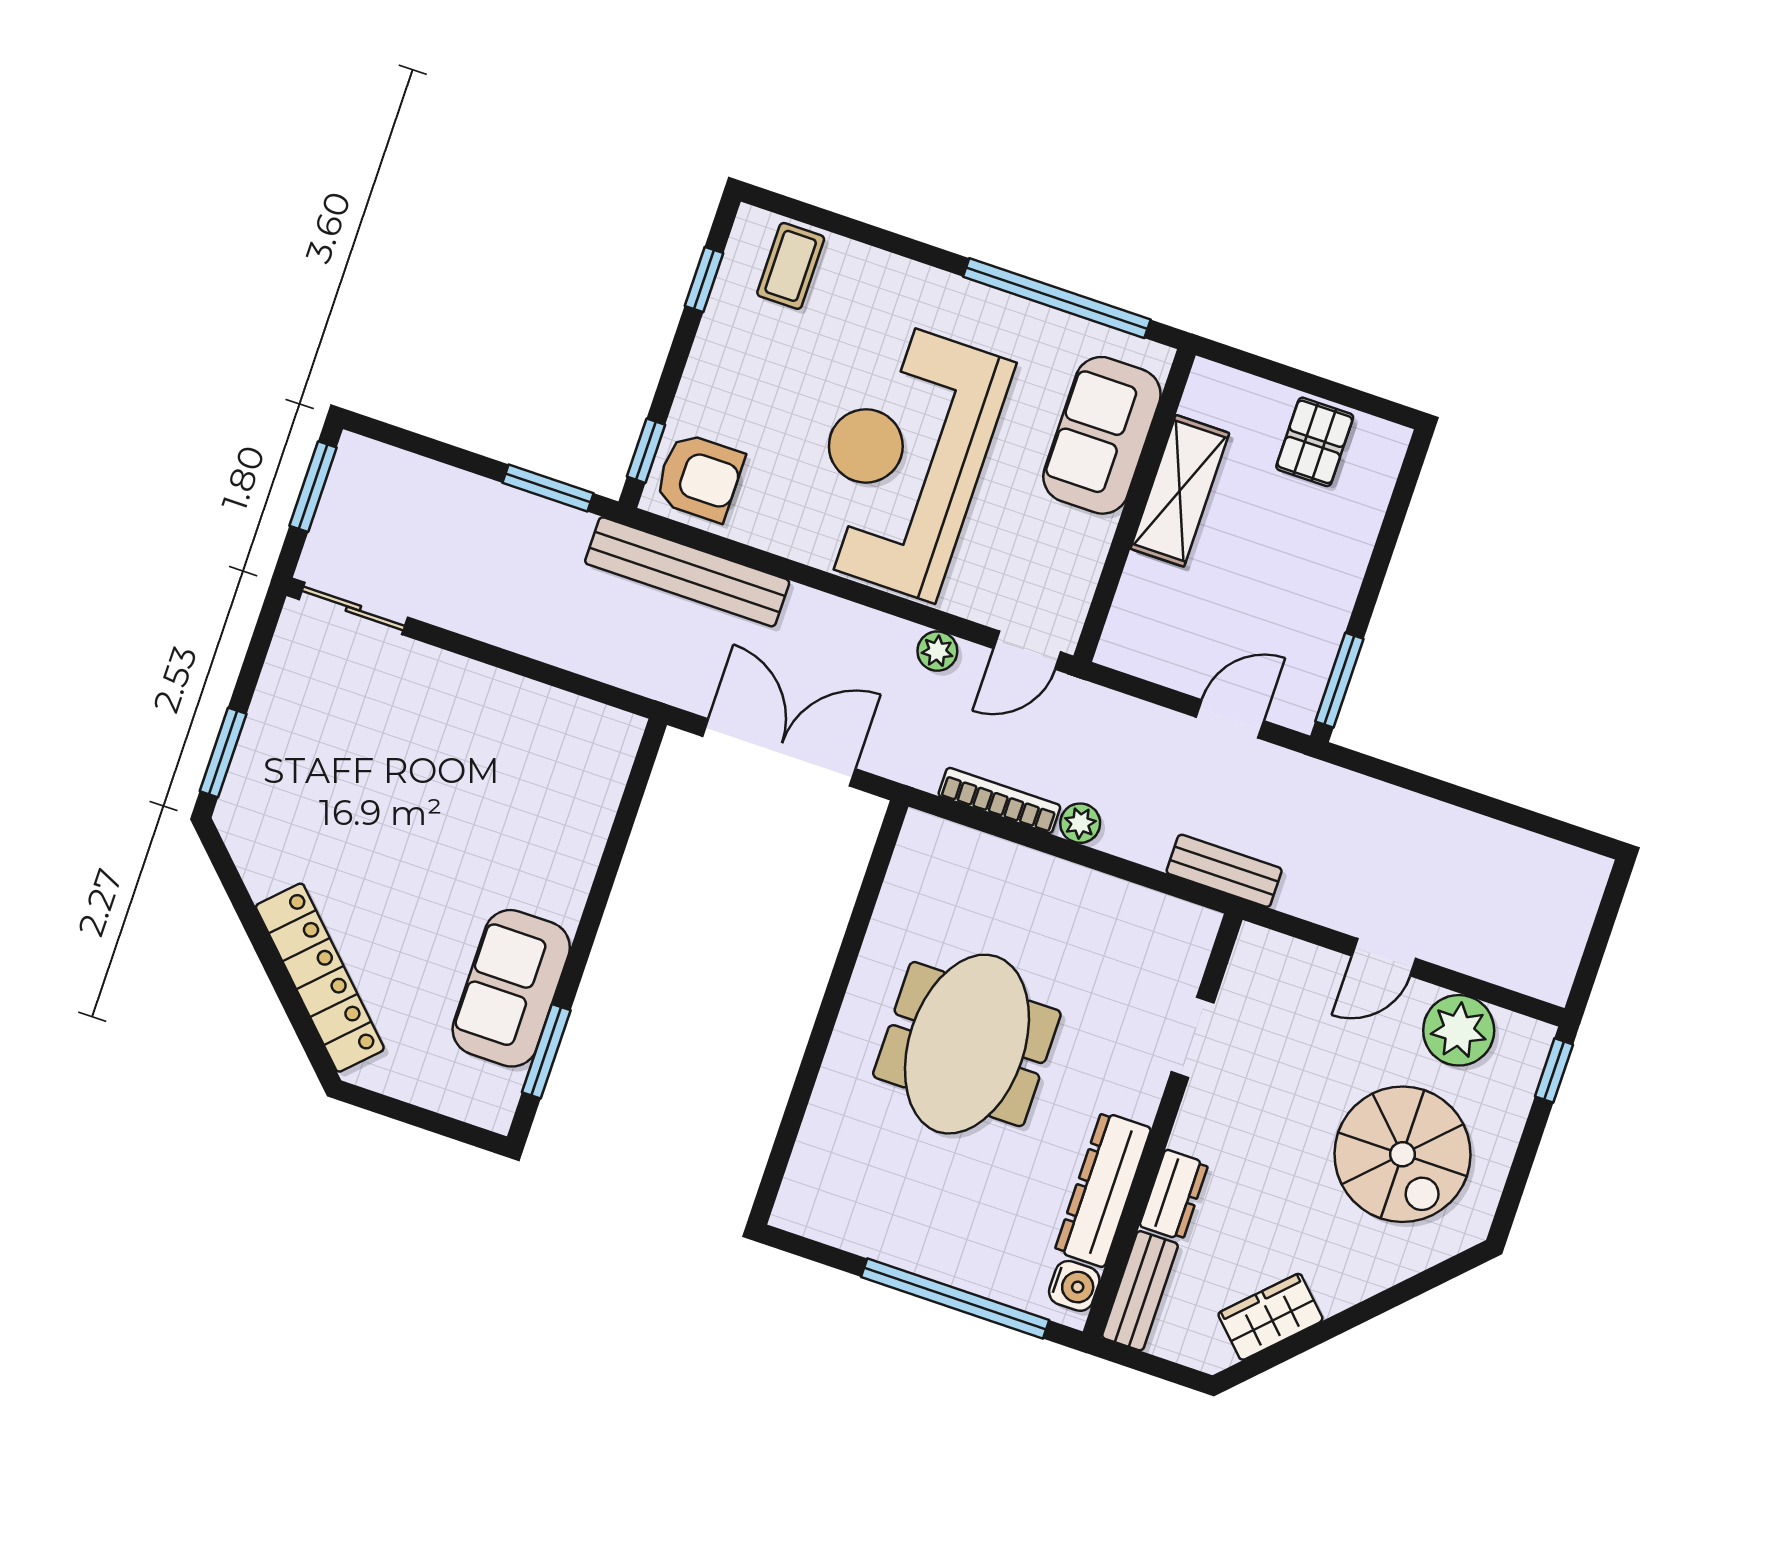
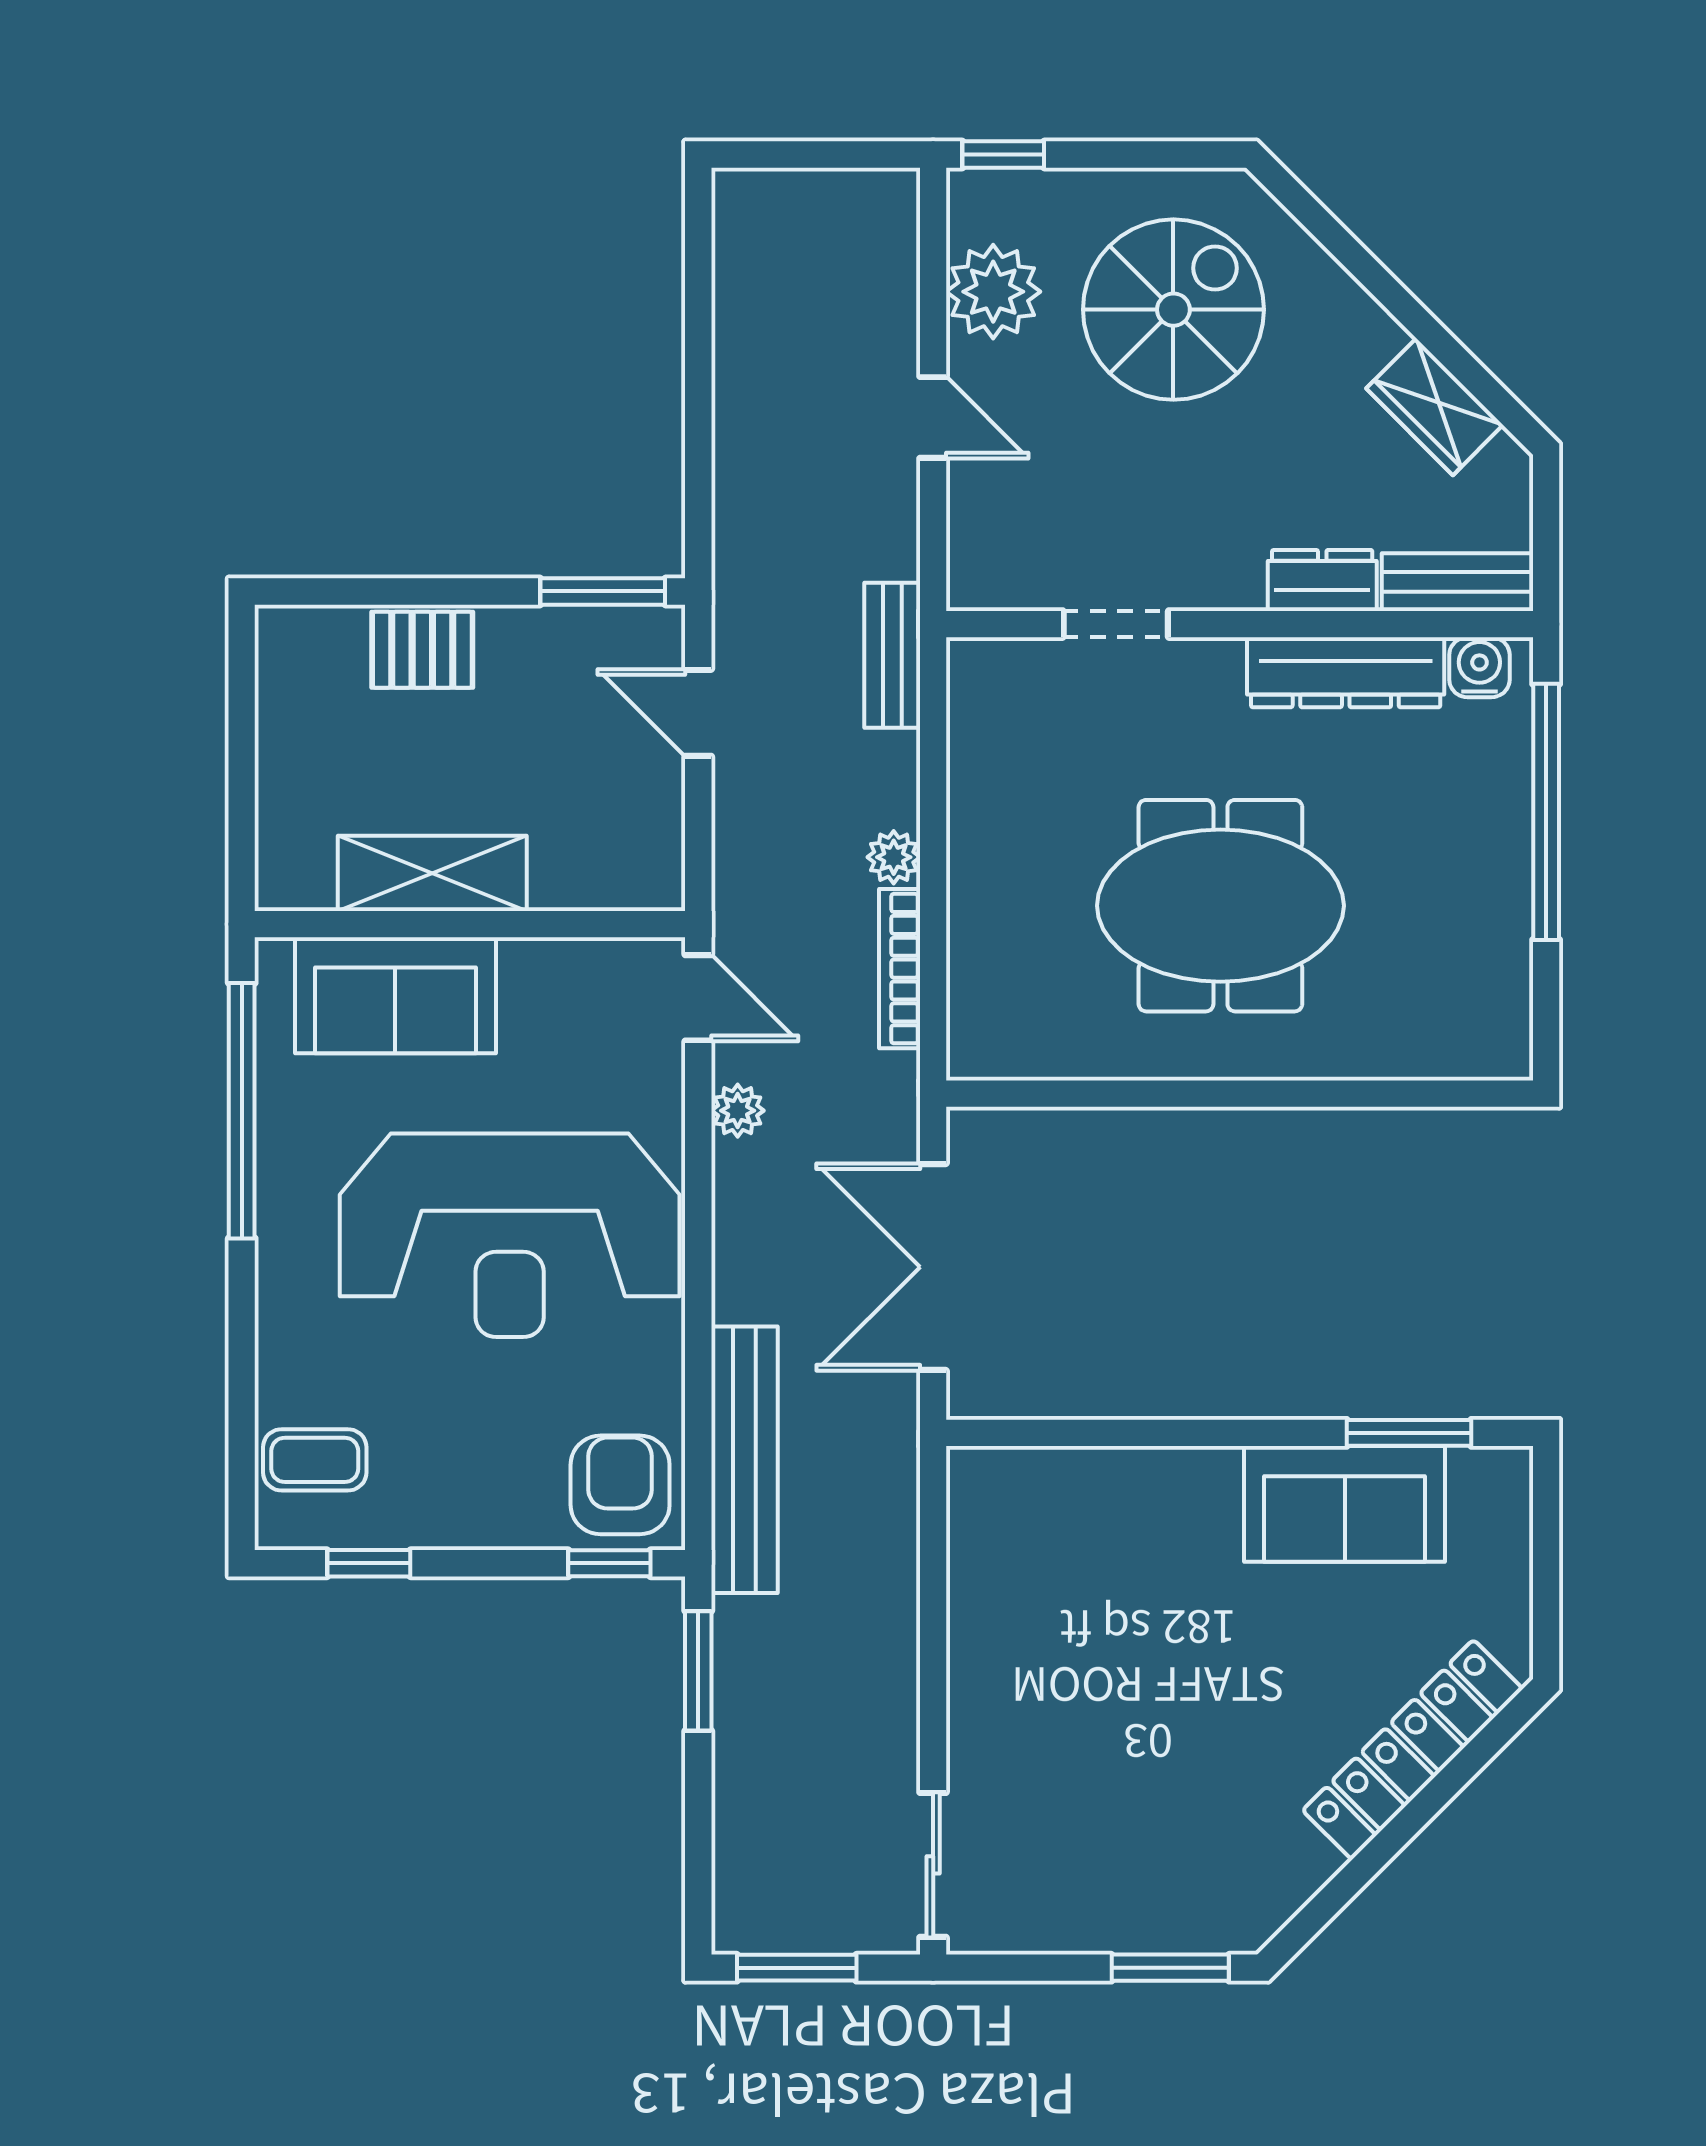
pallet: (1315, 442) -> (422, 650), moved

